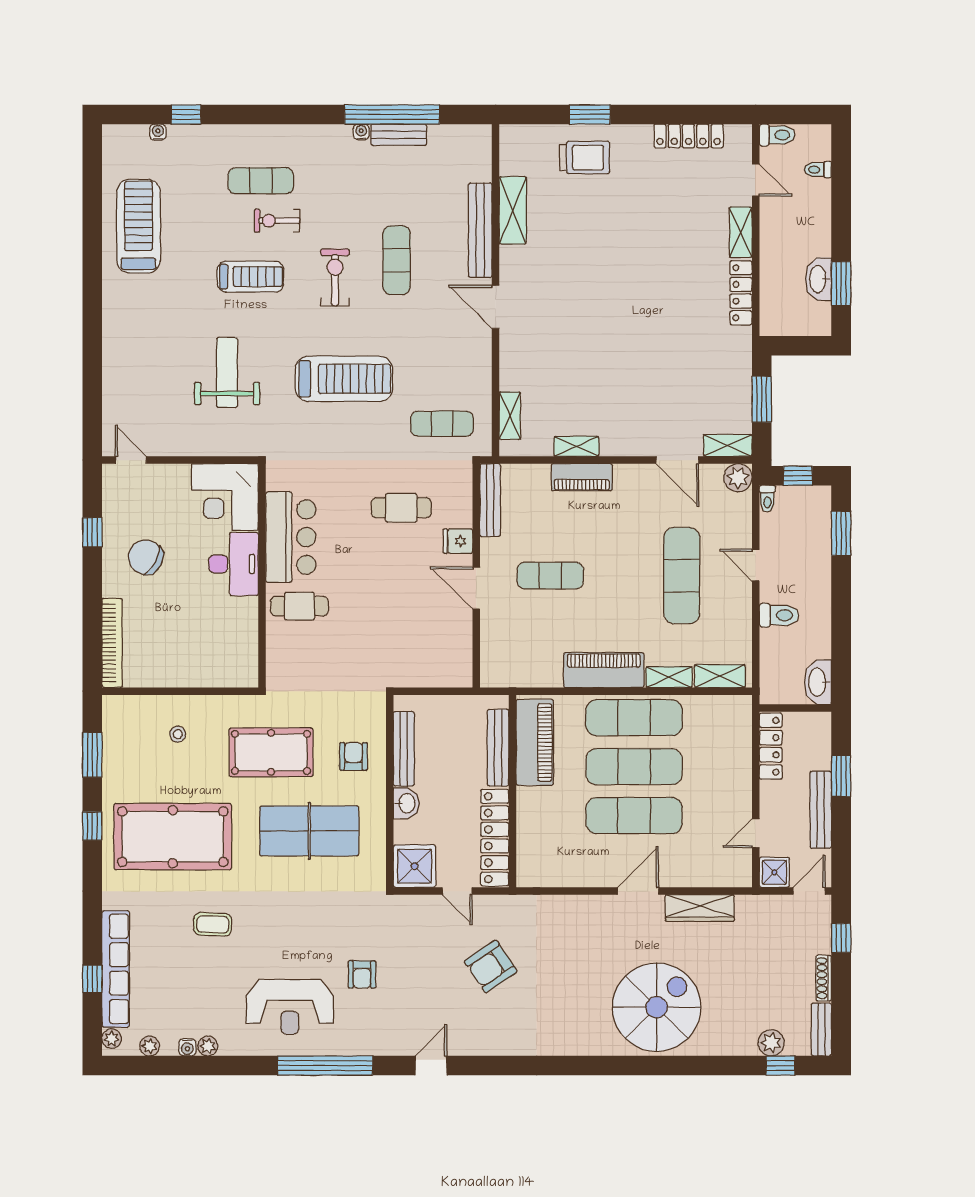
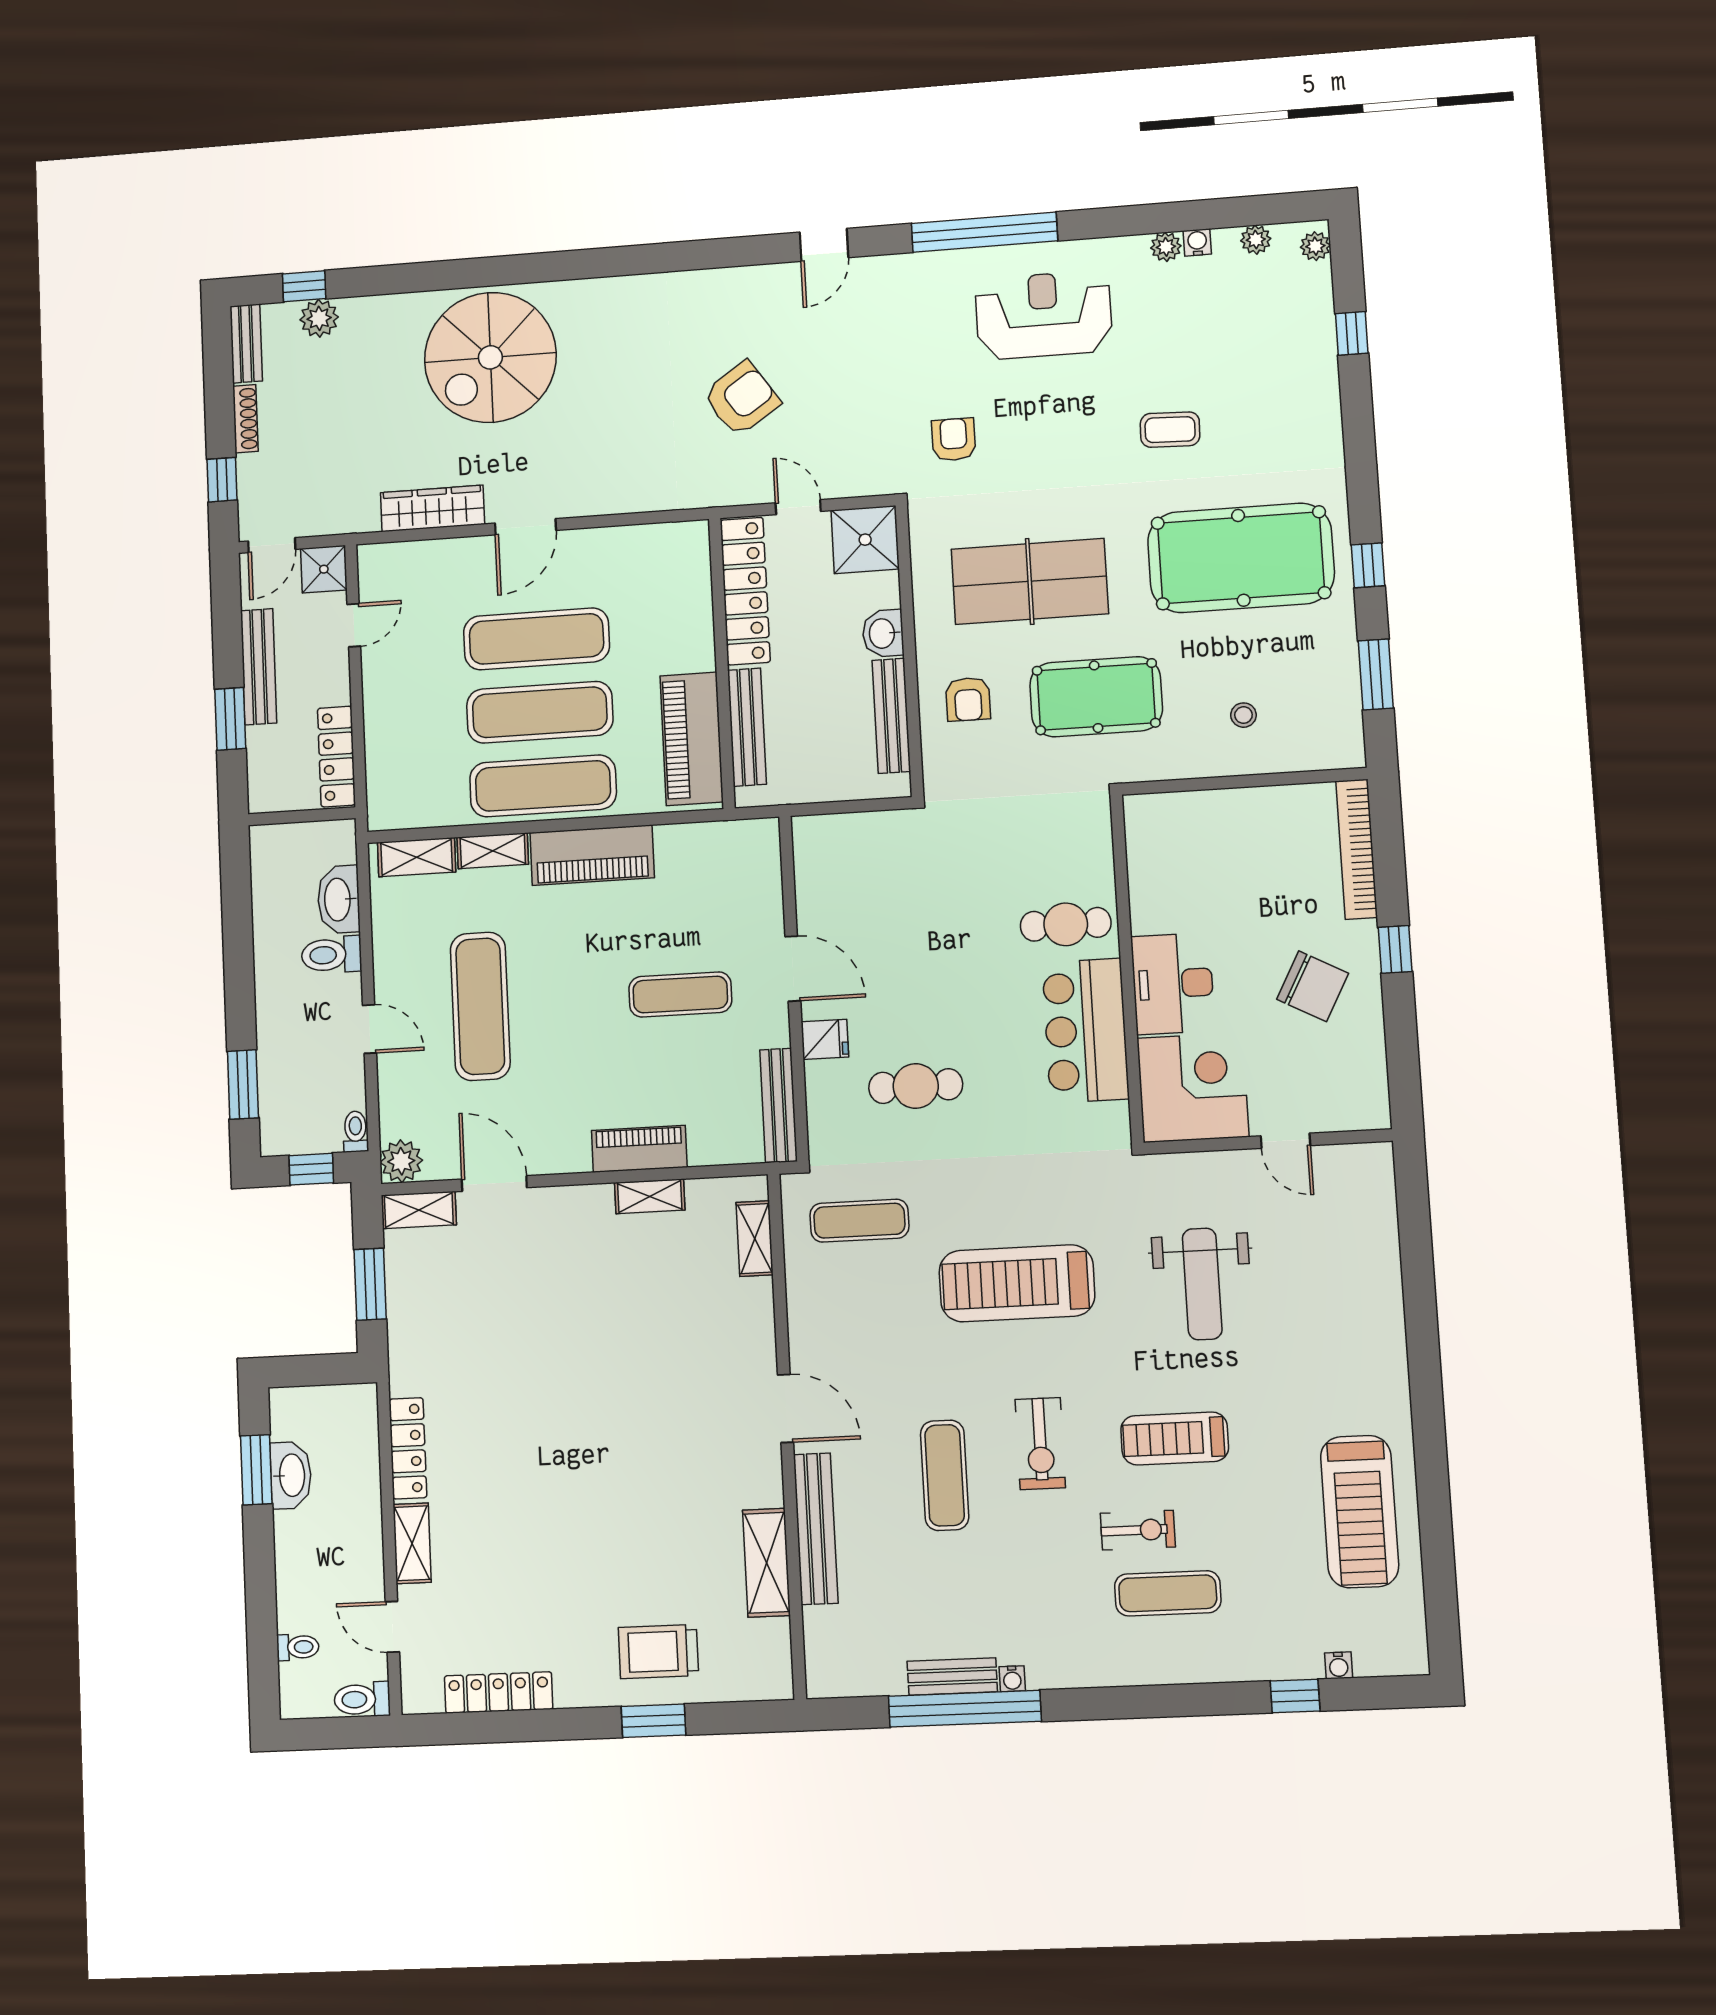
door: (131, 460) -> (1285, 1141), moved
window: (92, 532) -> (1395, 949), moved
washbasin: (818, 682) -> (339, 900), moved, turned 180
row of seats: (116, 969) -> (1316, 351), removed
armchair: (362, 974) -> (954, 439), moved

